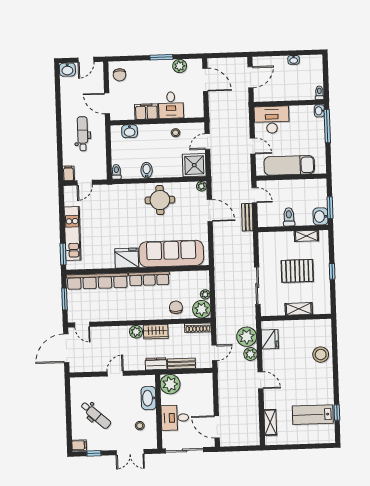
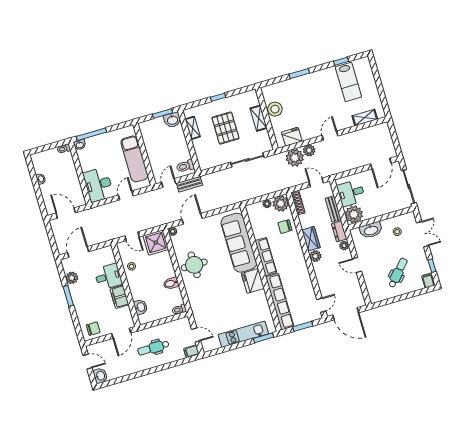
toilet: (289, 217) -> (185, 166), moved
stool: (321, 355) -> (275, 109), moved
window: (335, 364) -> (299, 74), added
plant: (139, 365) -> (344, 246), added
desk: (175, 418) -> (351, 193), moved, turned 90

